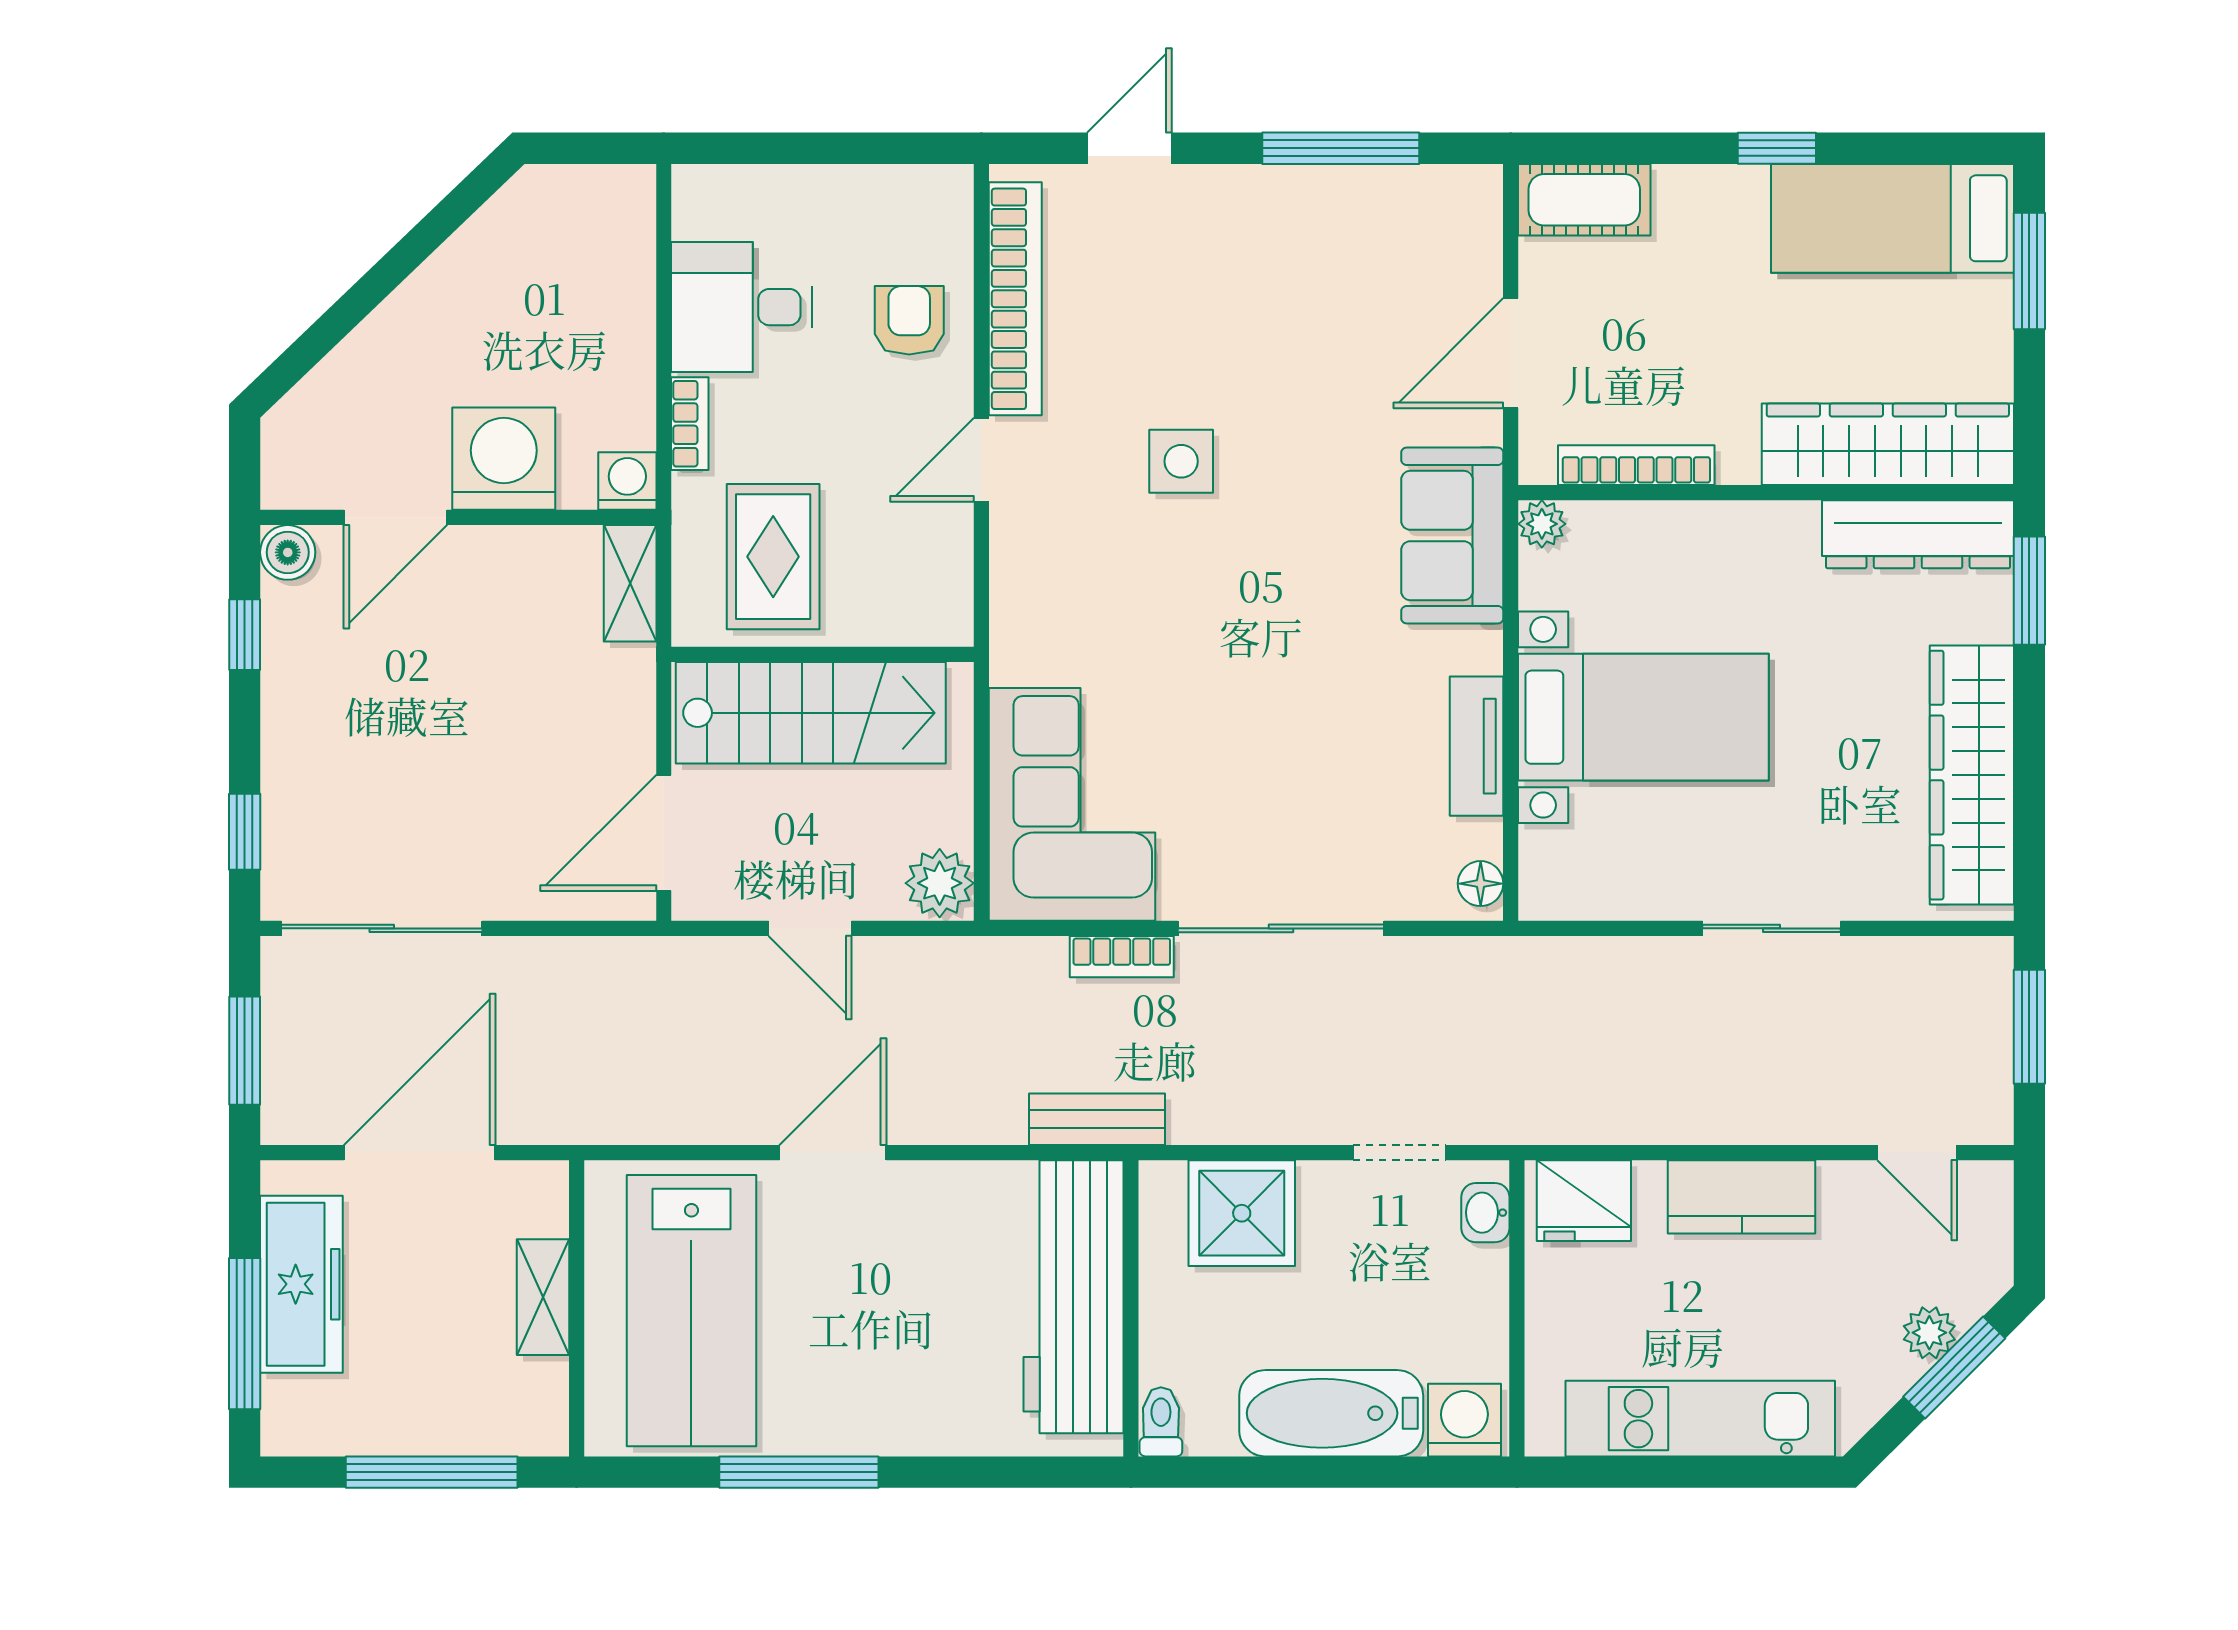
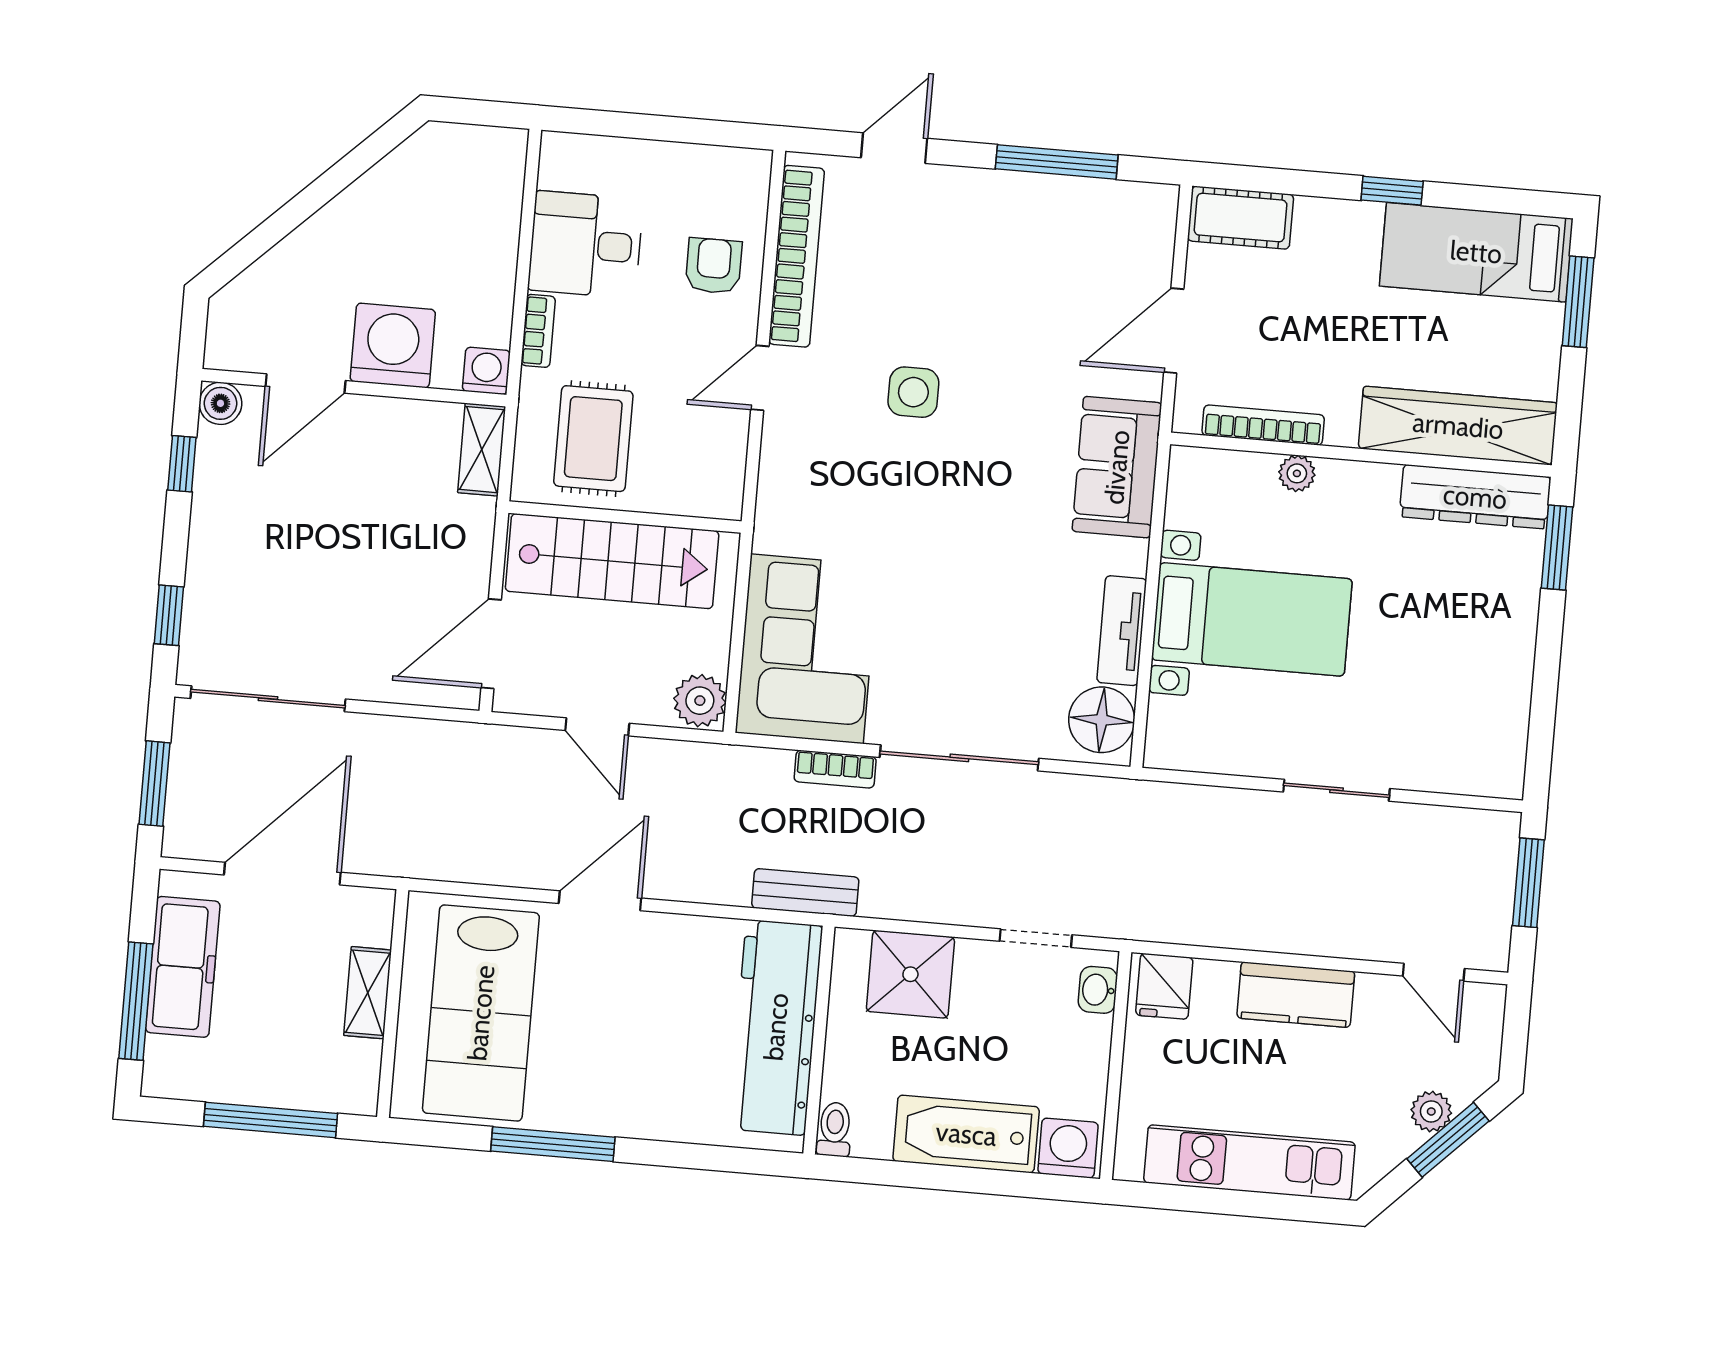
plant: (1542, 524) -> (1297, 473), moved
wardrobe: (1972, 775) -> (1501, 685), removed
floor lamp: (1481, 884) -> (1102, 720), width x1.89, depth x1.89
fridge: (1584, 1201) -> (1164, 986), width x0.72

